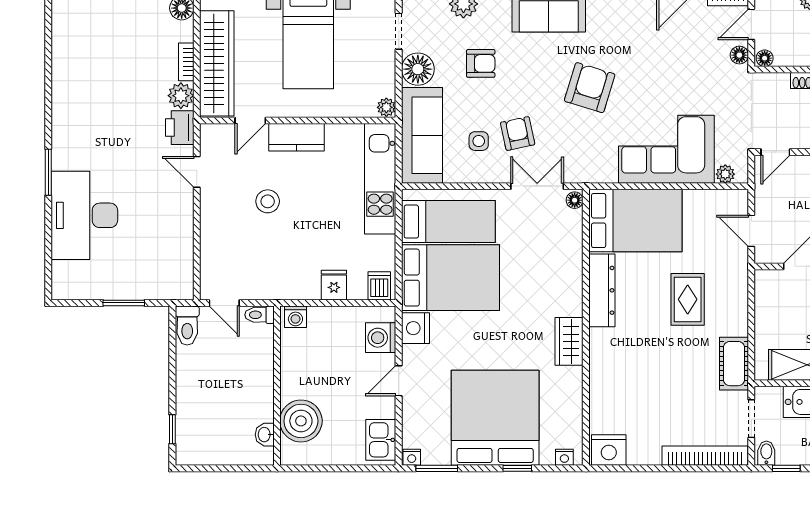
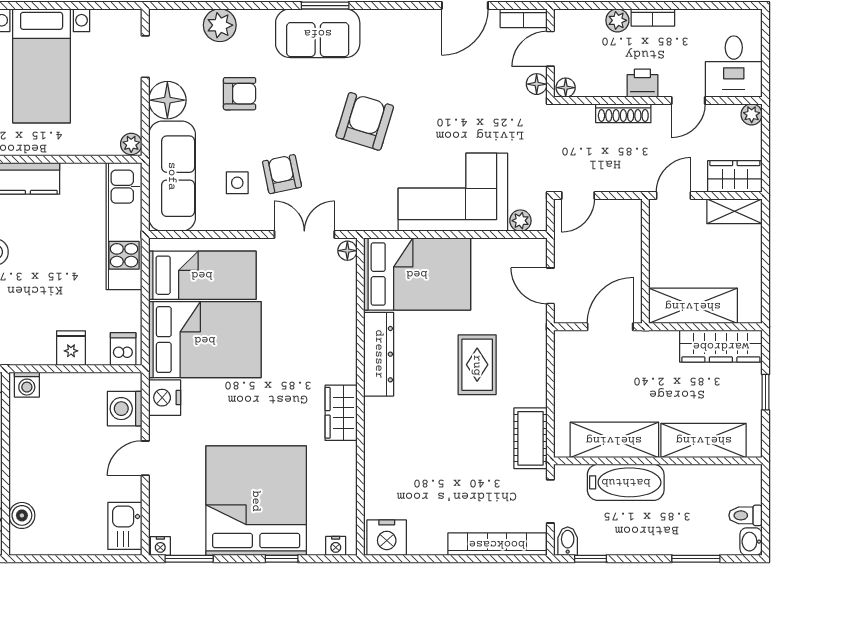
boiler: (301, 421) -> (22, 515), width x0.54, depth x0.54

